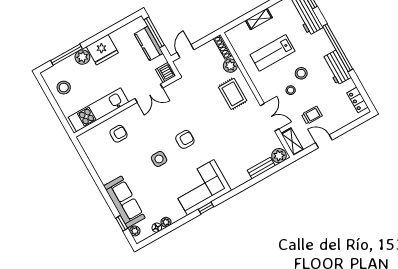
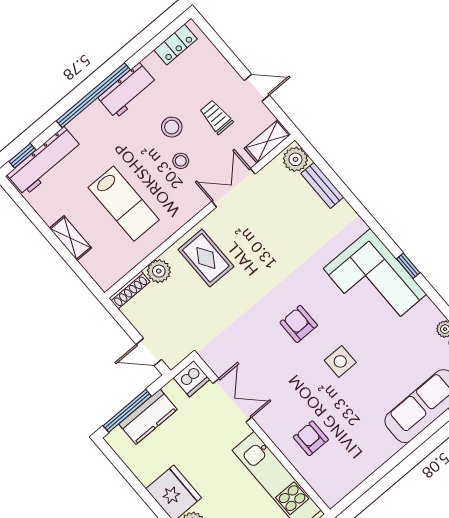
stool: (301, 73) -> (172, 127), moved
rug: (233, 94) -> (206, 258), turned 90
door: (324, 141) -> (257, 88), swing flipped

